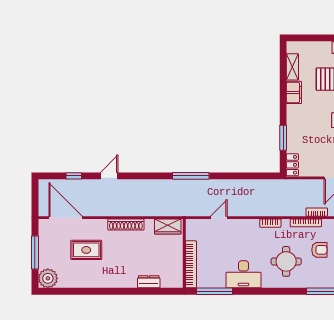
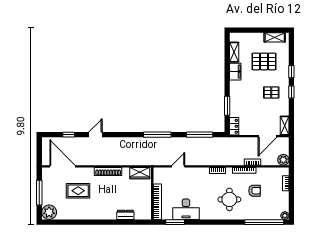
window: (247, 176) -> (200, 135), added
desk: (243, 274) -> (186, 209), moved
window: (214, 291) -> (175, 222), width x0.69

